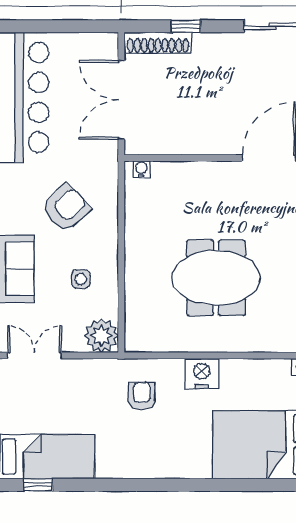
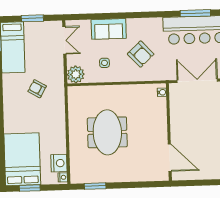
nightstand: (202, 374) -> (59, 163), moved
armchair: (142, 396) -> (37, 89), moved, turned -150

